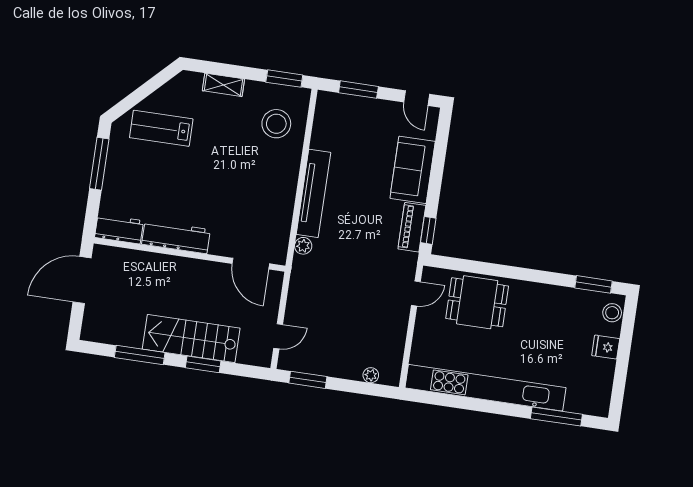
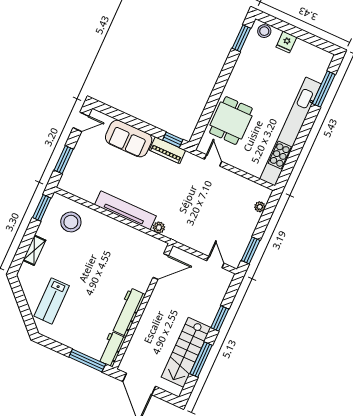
window: (99, 164) -> (87, 360), moved
stairs: (191, 339) -> (186, 352), moved

